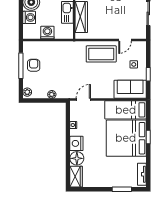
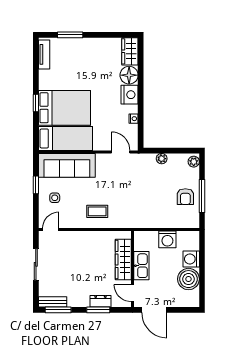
door: (125, 40) -> (51, 230), moved
coffee table: (101, 54) -> (97, 211), width x0.54, depth x0.58
sofa: (130, 89) -> (67, 165), width x1.36
door: (83, 100) -> (121, 152), swing flipped
bed: (126, 138) -> (64, 108), width x0.73

